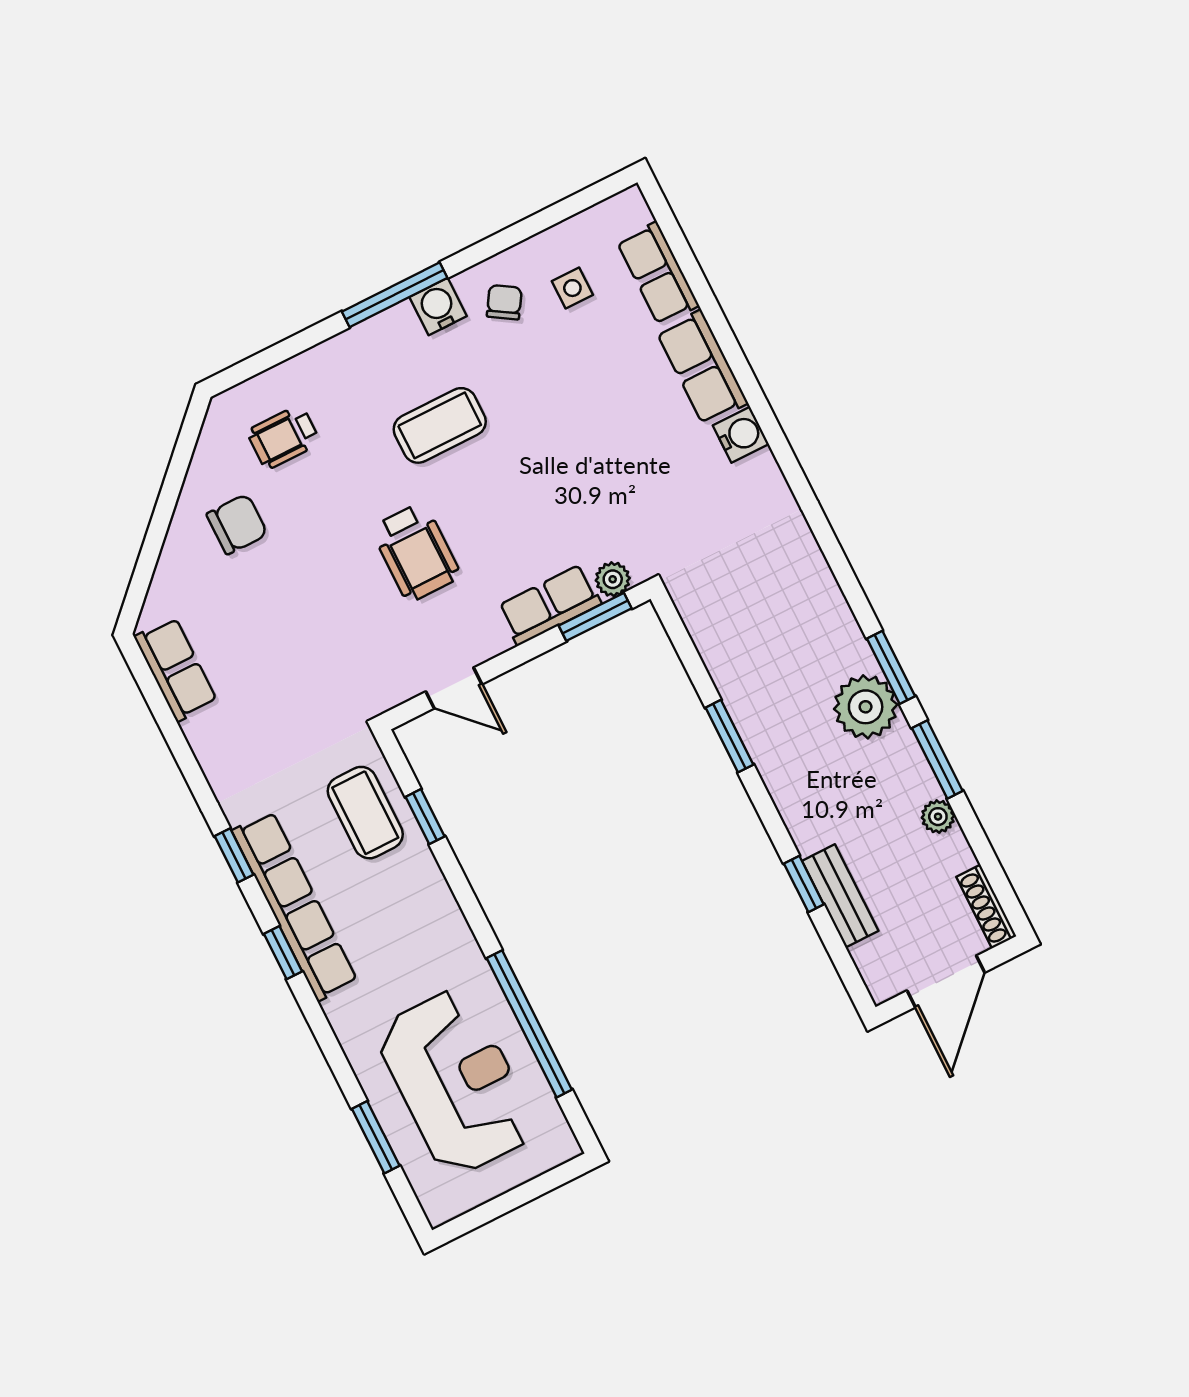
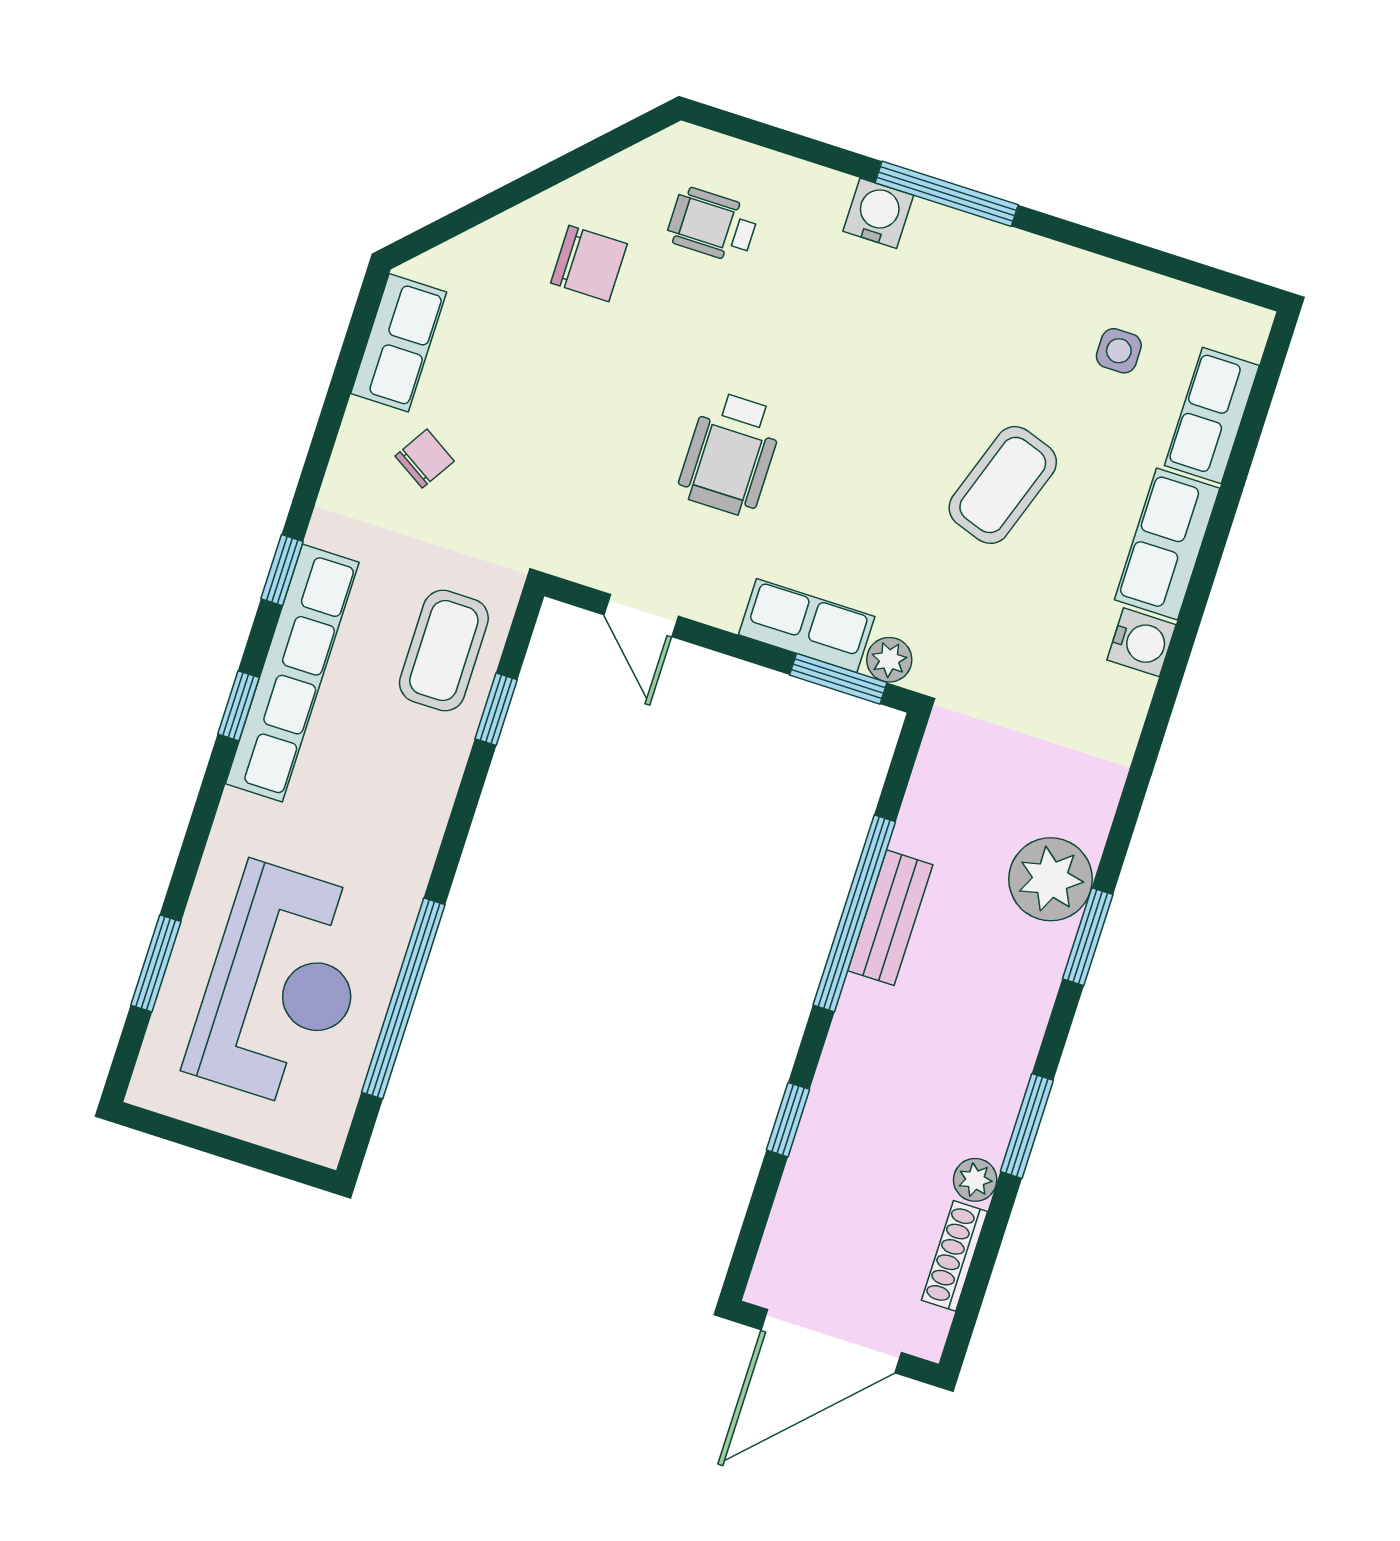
chair: (504, 302) -> (425, 459), moved
water cooler: (438, 307) -> (878, 213), moved
coffee table: (440, 425) -> (1003, 485), moved, turned -71
window: (891, 667) -> (1088, 937), moved
plant: (866, 707) -> (1051, 879), moved
window: (729, 736) -> (854, 913), width x2.11
bench: (840, 896) -> (890, 918), moved
shoe rack: (986, 907) -> (955, 1256), moved
door: (946, 981) -> (831, 1341), width x1.36

